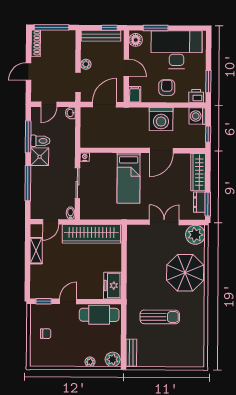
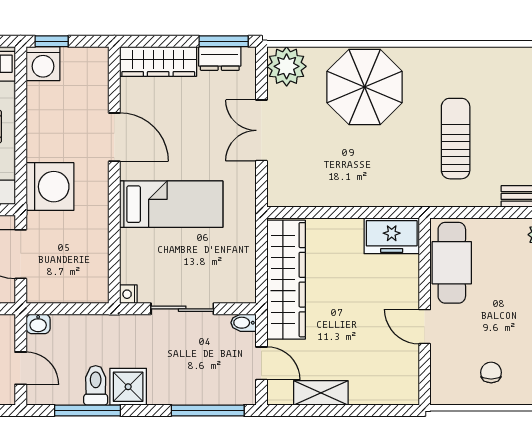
washing machine: (161, 119) -> (50, 187), moved
window: (208, 134) -> (52, 41), moved
window: (28, 183) -> (208, 410), moved
window: (44, 301) -> (425, 377), removed

